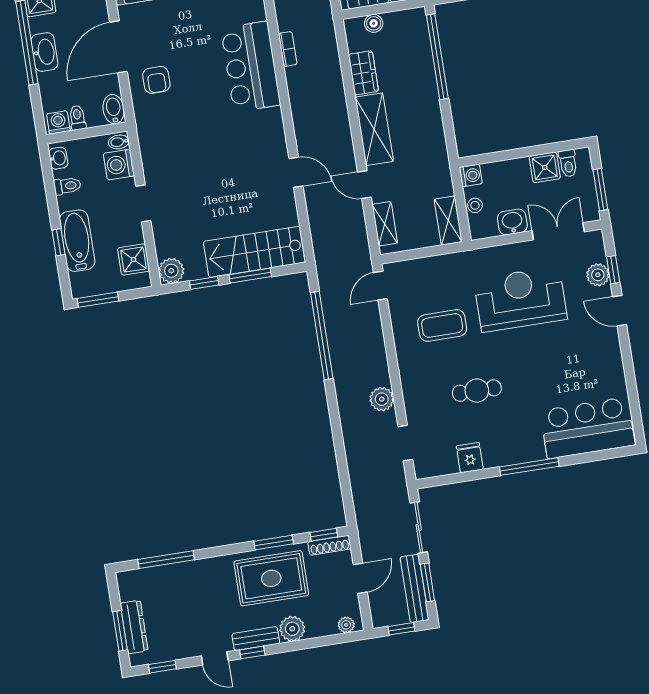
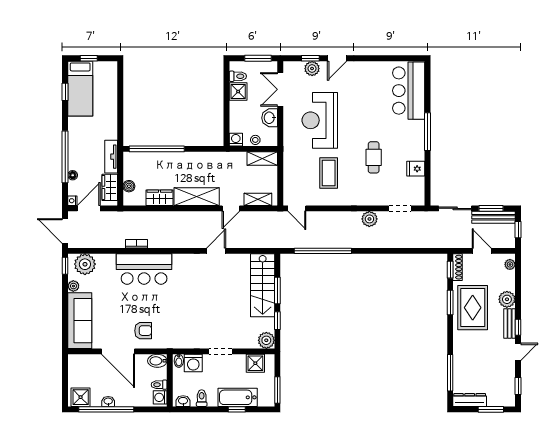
washbasin: (44, 52) -> (108, 401), width x0.52, depth x0.69
dresser: (134, 627) -> (470, 400), moved

